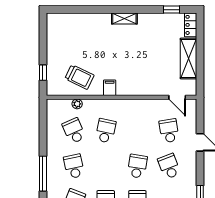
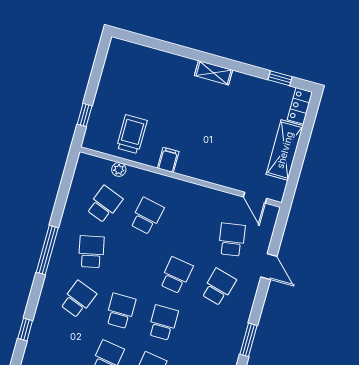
trolley: (79, 77) -> (132, 134), turned -116
school desk: (74, 131) -> (104, 204), turned 45
school desk: (169, 166) -> (219, 287), turned 36

